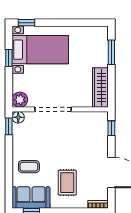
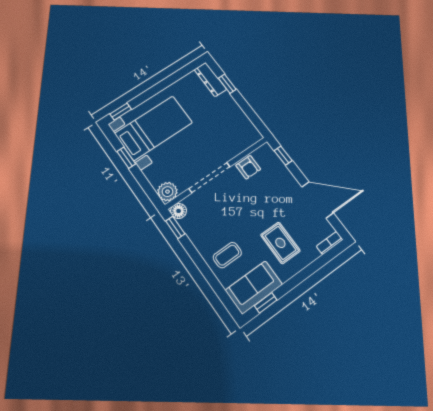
dresser: (102, 41) -> (210, 79), added
window: (111, 52) -> (227, 84), width x0.67
wardrobe: (100, 87) -> (242, 124), removed
armchair: (83, 120) -> (248, 167), added

